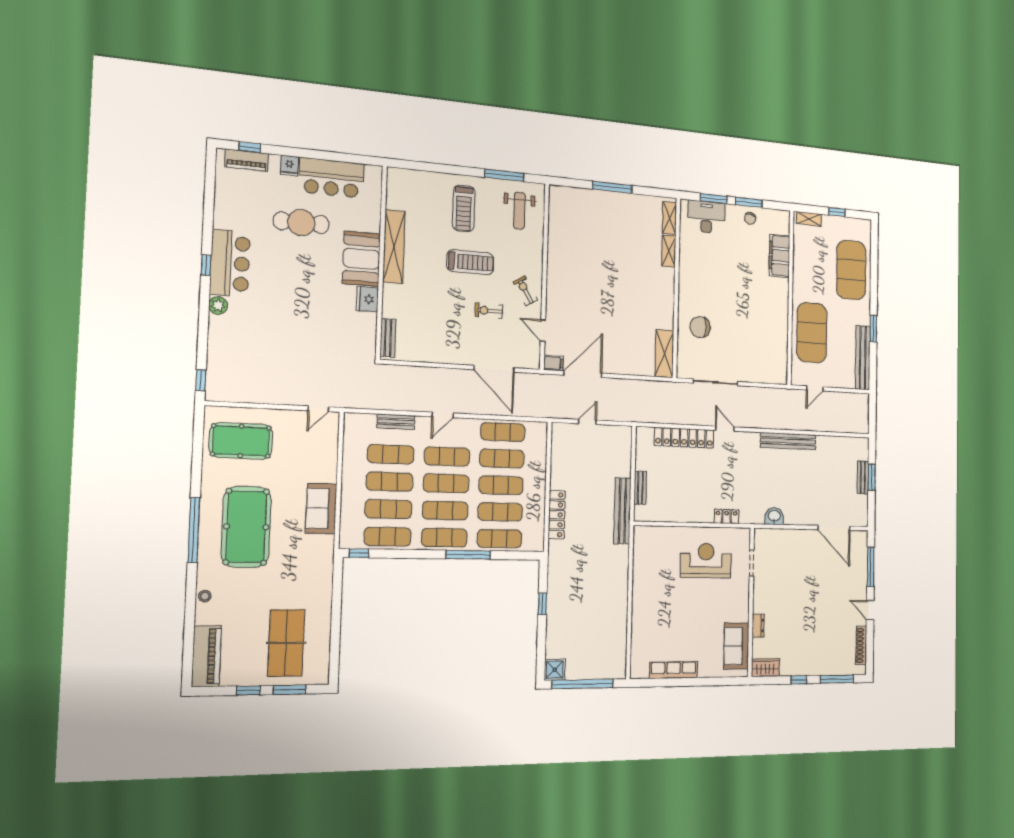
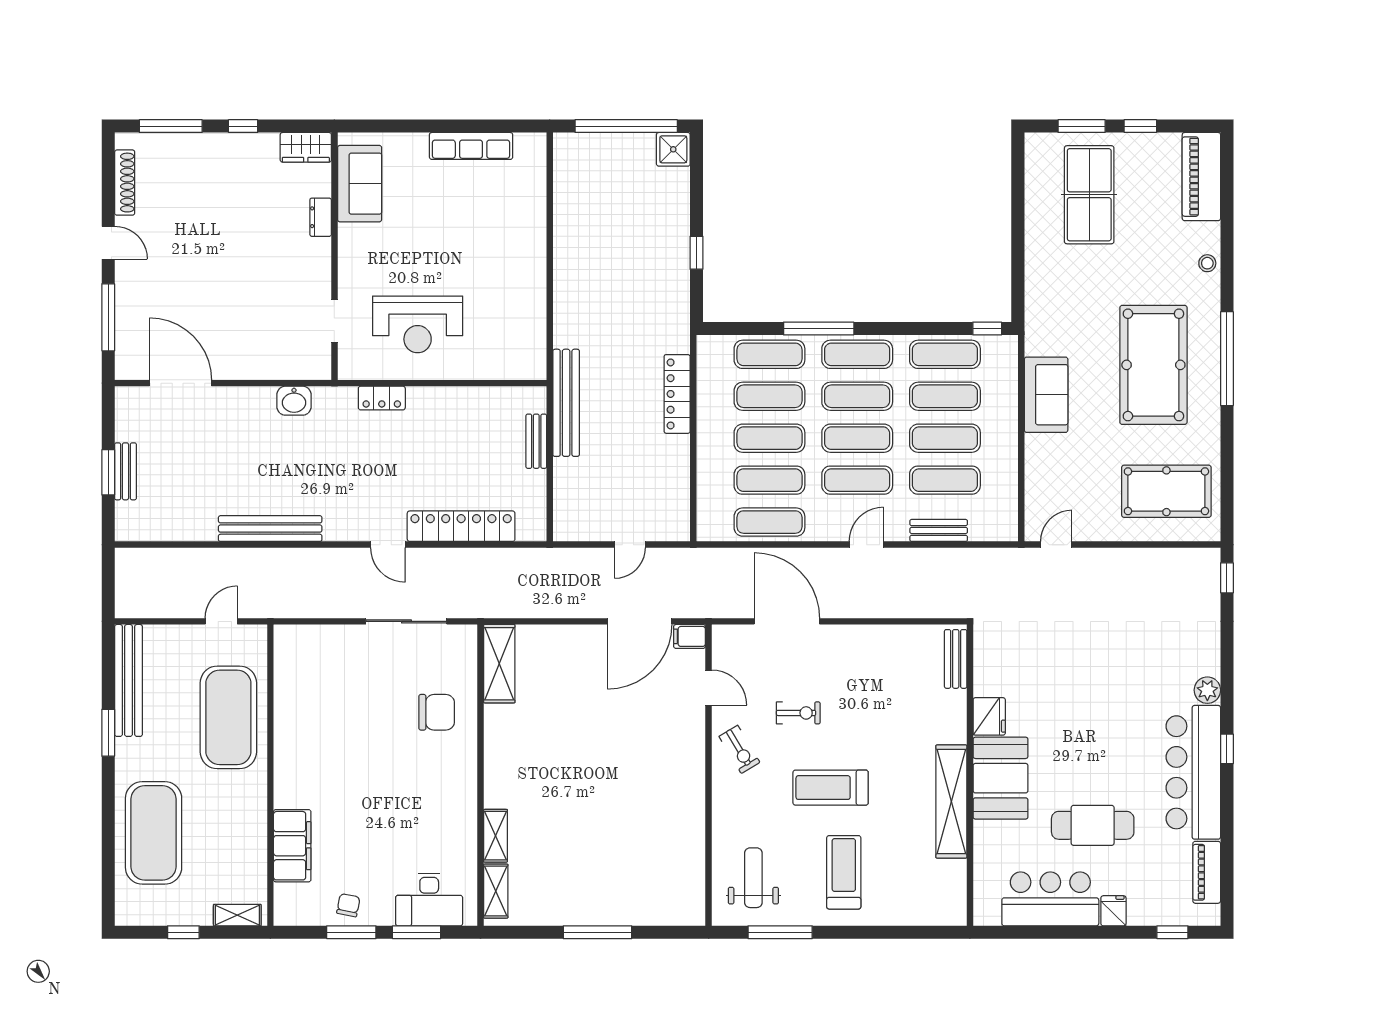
piano: (246, 160) -> (1207, 872), moved, turned -90
bar counter: (230, 263) -> (1193, 772), width x1.36

